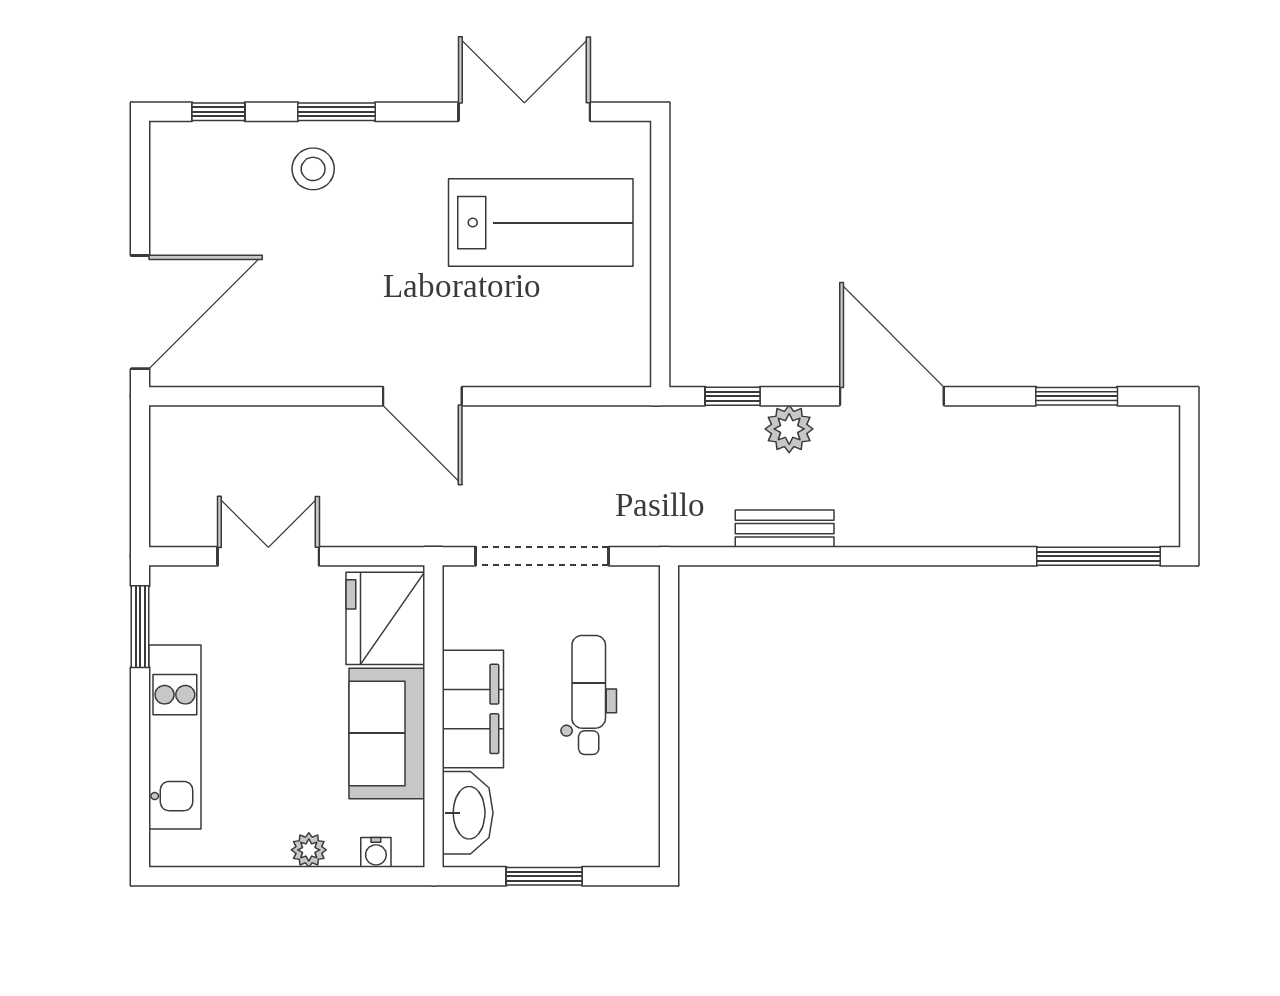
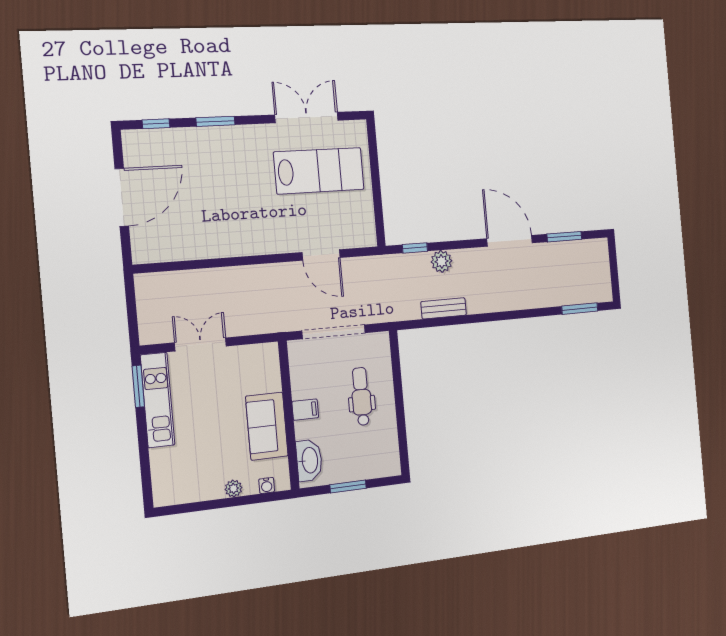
stool: (313, 169) -> (206, 150), removed
door: (140, 312) -> (122, 197), moved
door: (422, 396) -> (321, 255), moved
door: (892, 396) -> (510, 241), moved
window: (1099, 556) -> (580, 309), width x0.69
fridge: (385, 618) -> (261, 370), removed
filing cabinet: (473, 709) -> (305, 410), width x0.33, depth x0.86
kitchen unit: (175, 737) -> (158, 400), moved

